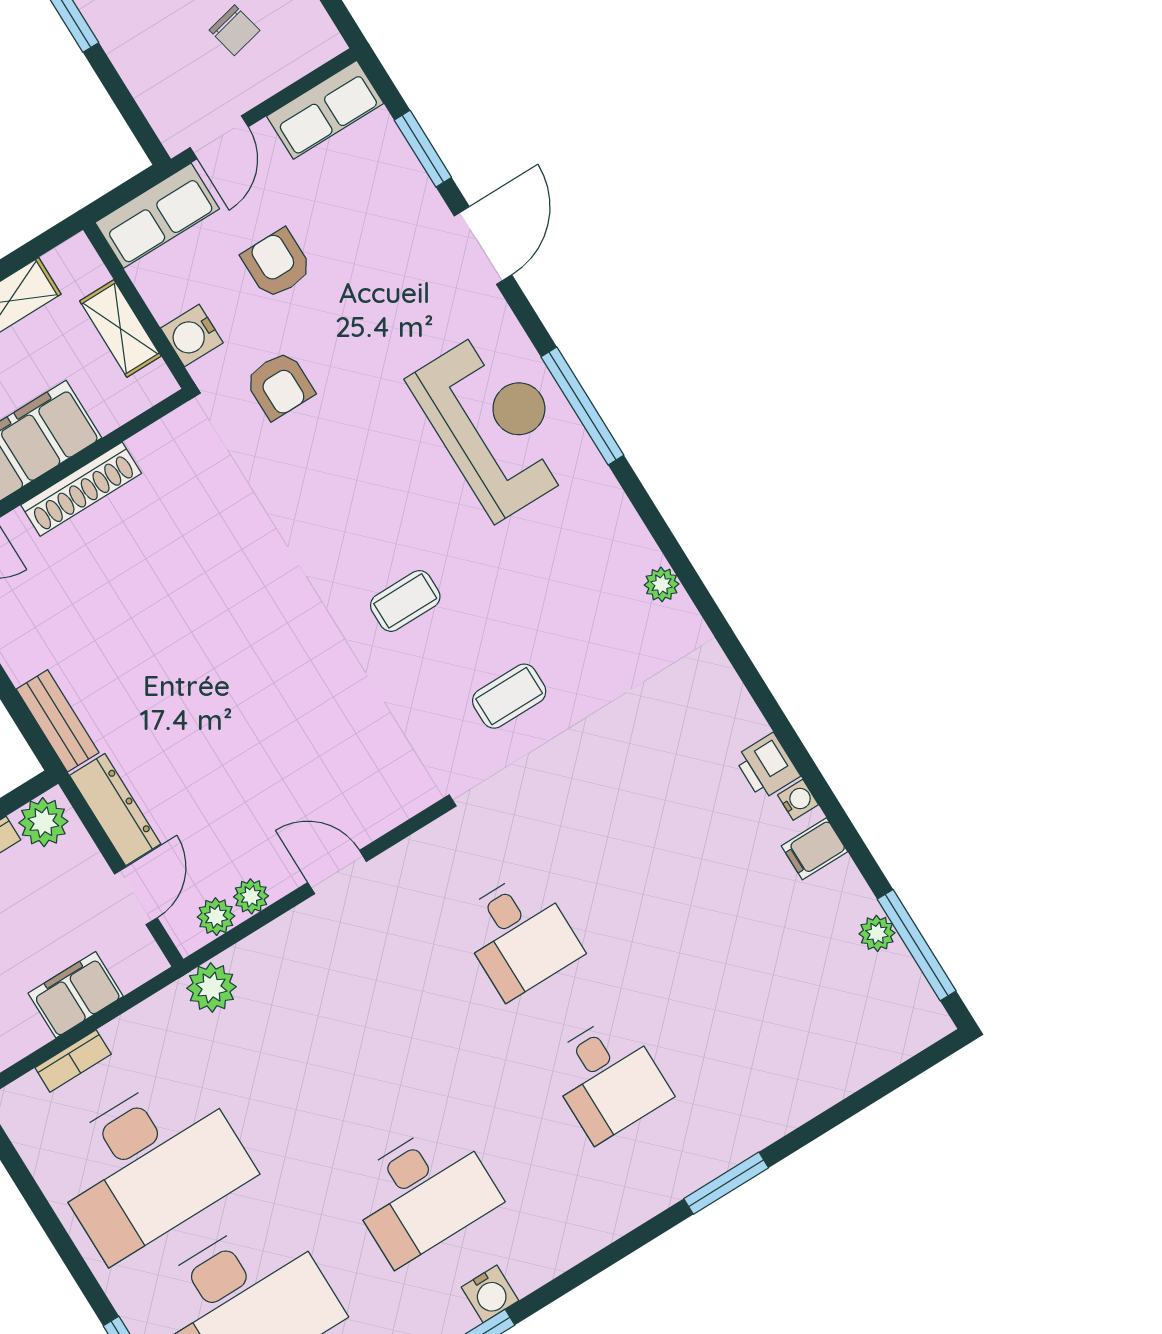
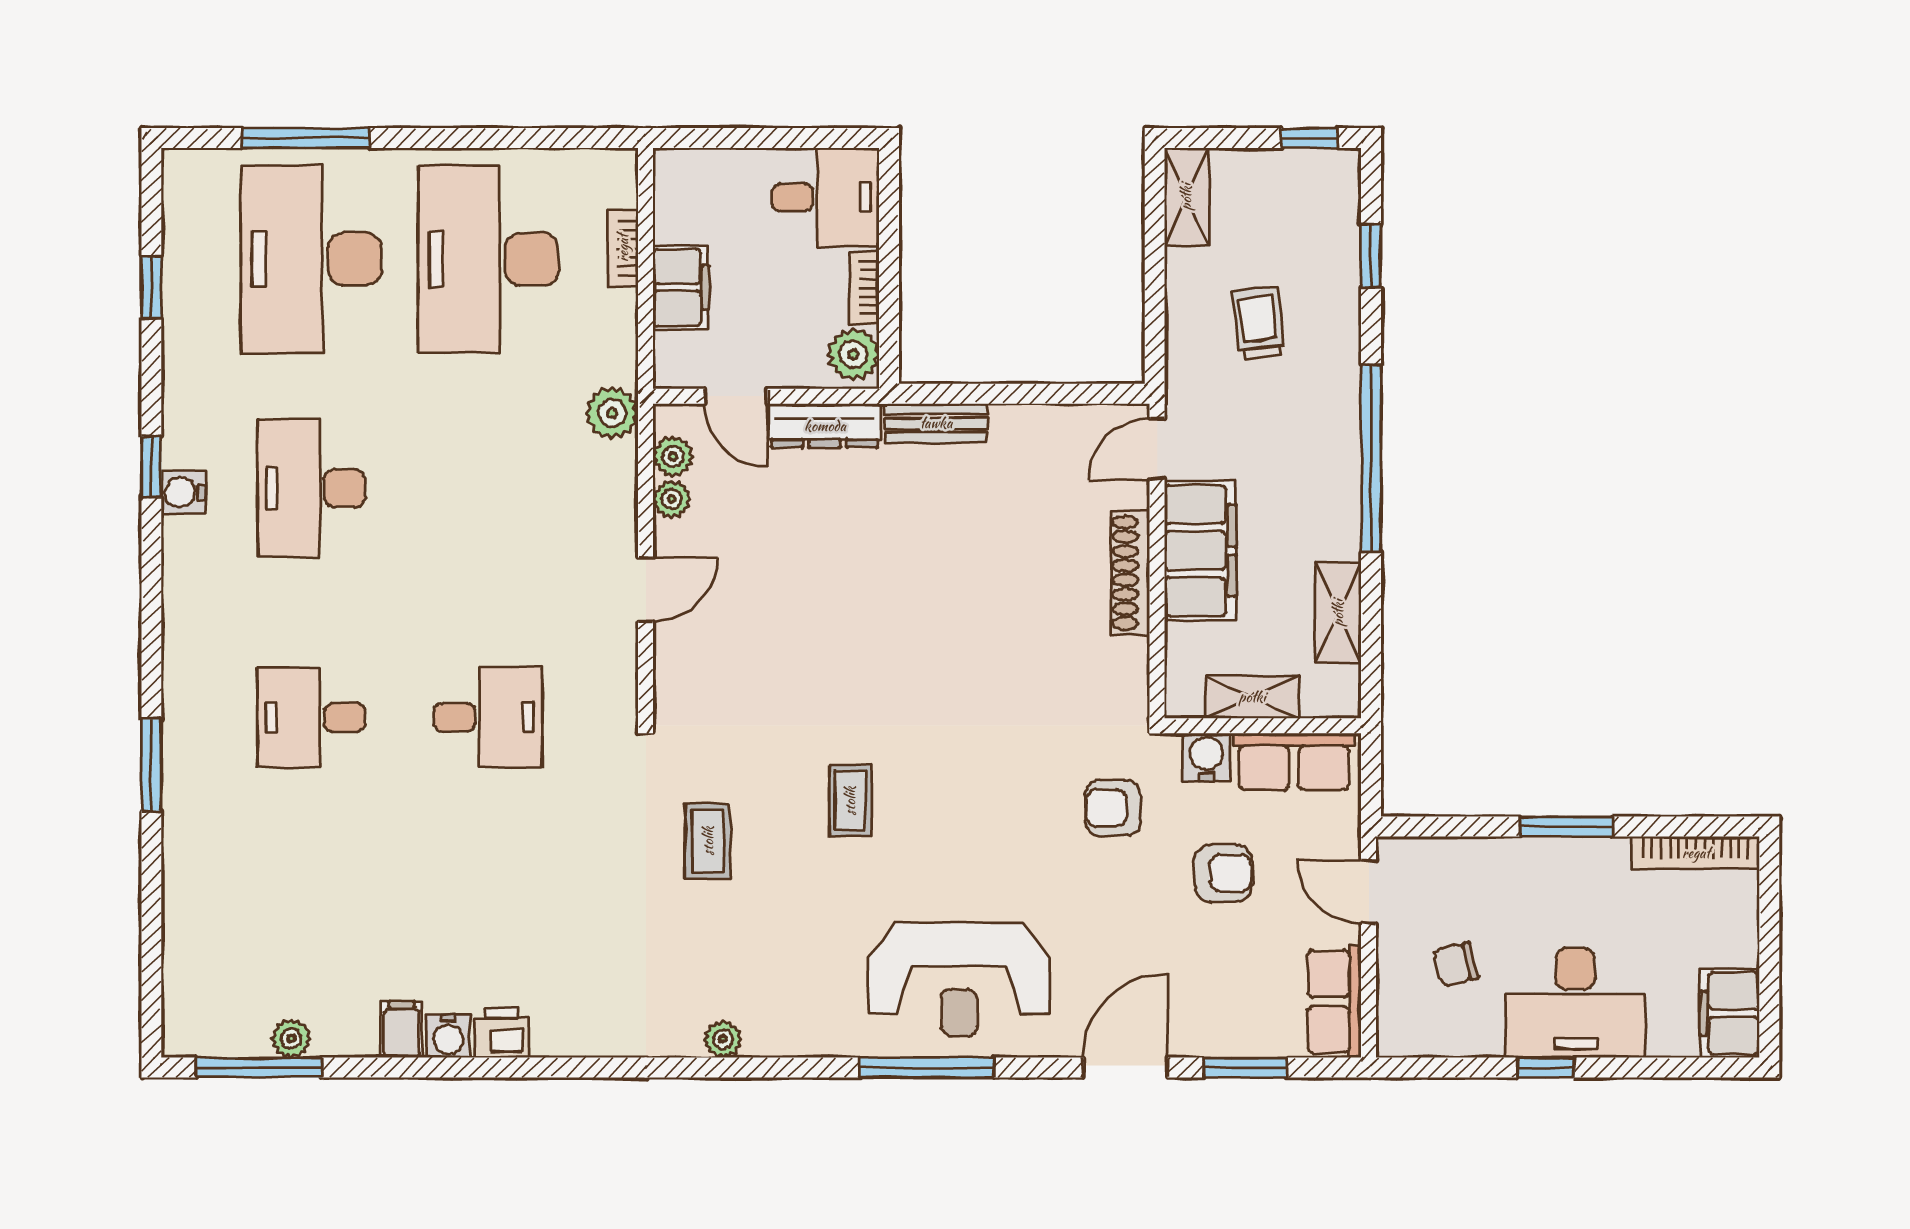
row of seats: (157, 216) -> (1294, 762), moved, turned -90
door: (483, 245) -> (1125, 1068), swing flipped
water cooler: (798, 800) -> (448, 1036), width x1.38, depth x1.38
desk: (519, 935) -> (488, 717), turned 180

